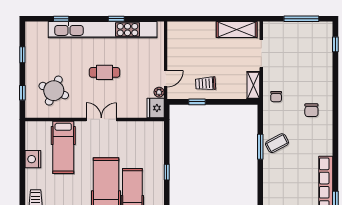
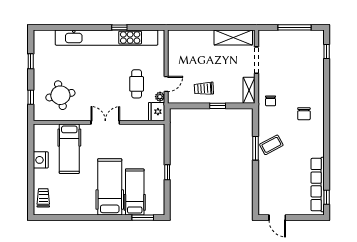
window: (61, 19) -> (67, 27), removed
cafe table: (105, 72) -> (137, 84), moved, turned 90
round table: (54, 91) -> (60, 95), turned -35
window: (197, 102) -> (218, 106), moved

